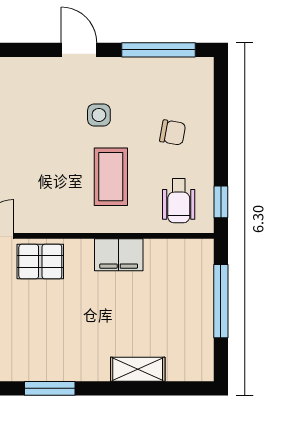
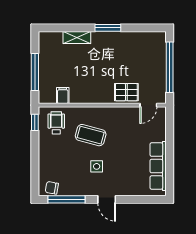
chair: (173, 132) -> (52, 188), moved
coffee table: (111, 177) -> (91, 135), turned -75
filing cabinet: (119, 255) -> (63, 96), moved, width x0.50
window: (50, 388) -> (108, 28), moved

